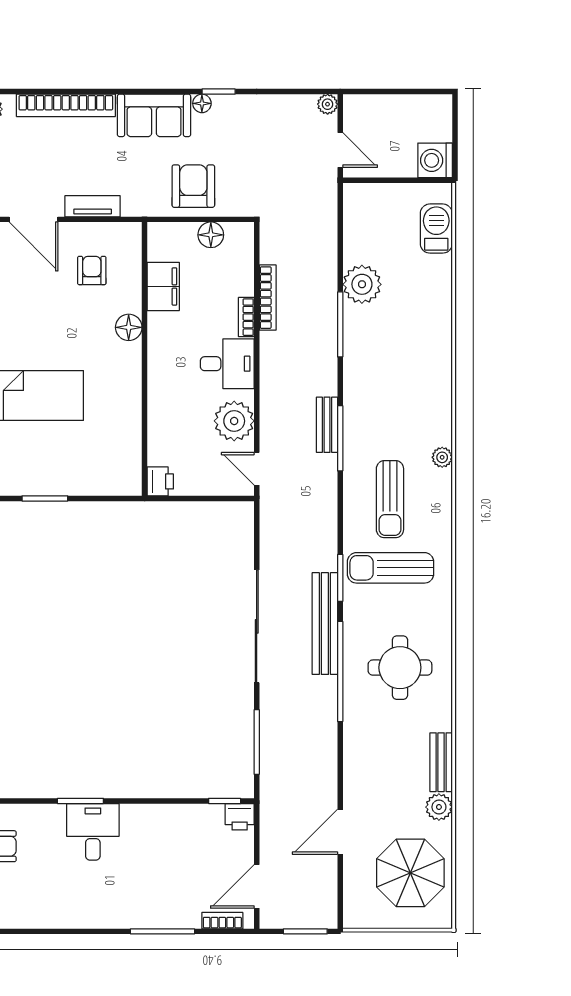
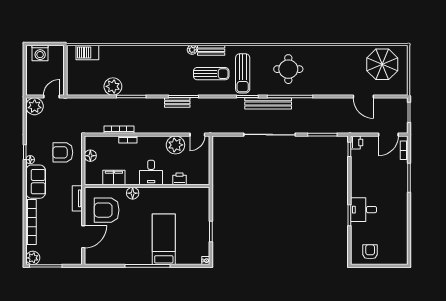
plant: (328, 104) -> (35, 106), width x1.88, depth x1.88
washing machine: (435, 160) -> (40, 53), moved
armchair: (193, 186) -> (63, 152), moved
tv unit: (93, 206) -> (77, 198), moved
armchair: (92, 270) -> (107, 210), width x1.88, depth x1.88
desk: (227, 364) -> (151, 172), moved, turned 180
printer: (160, 481) -> (180, 179), moved
bench: (441, 762) -> (211, 50), moved
plant: (439, 807) -> (352, 51), removed
door: (257, 886) -> (388, 135), hinge flipped

